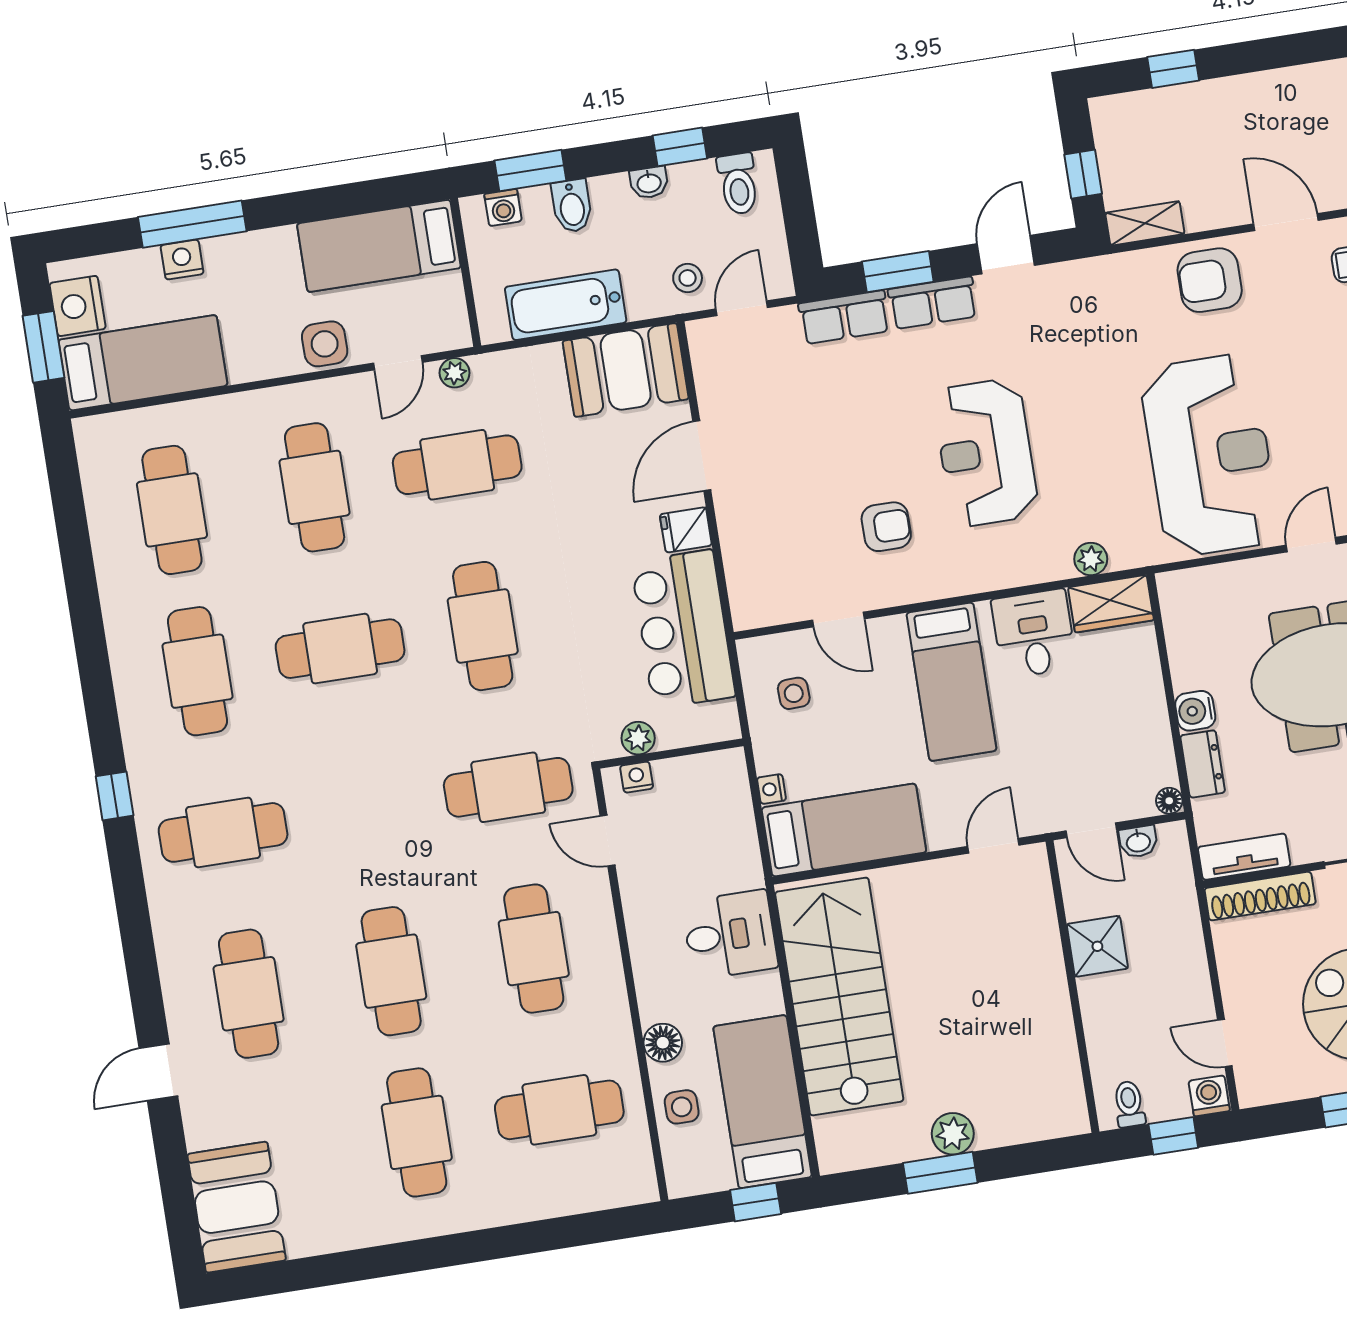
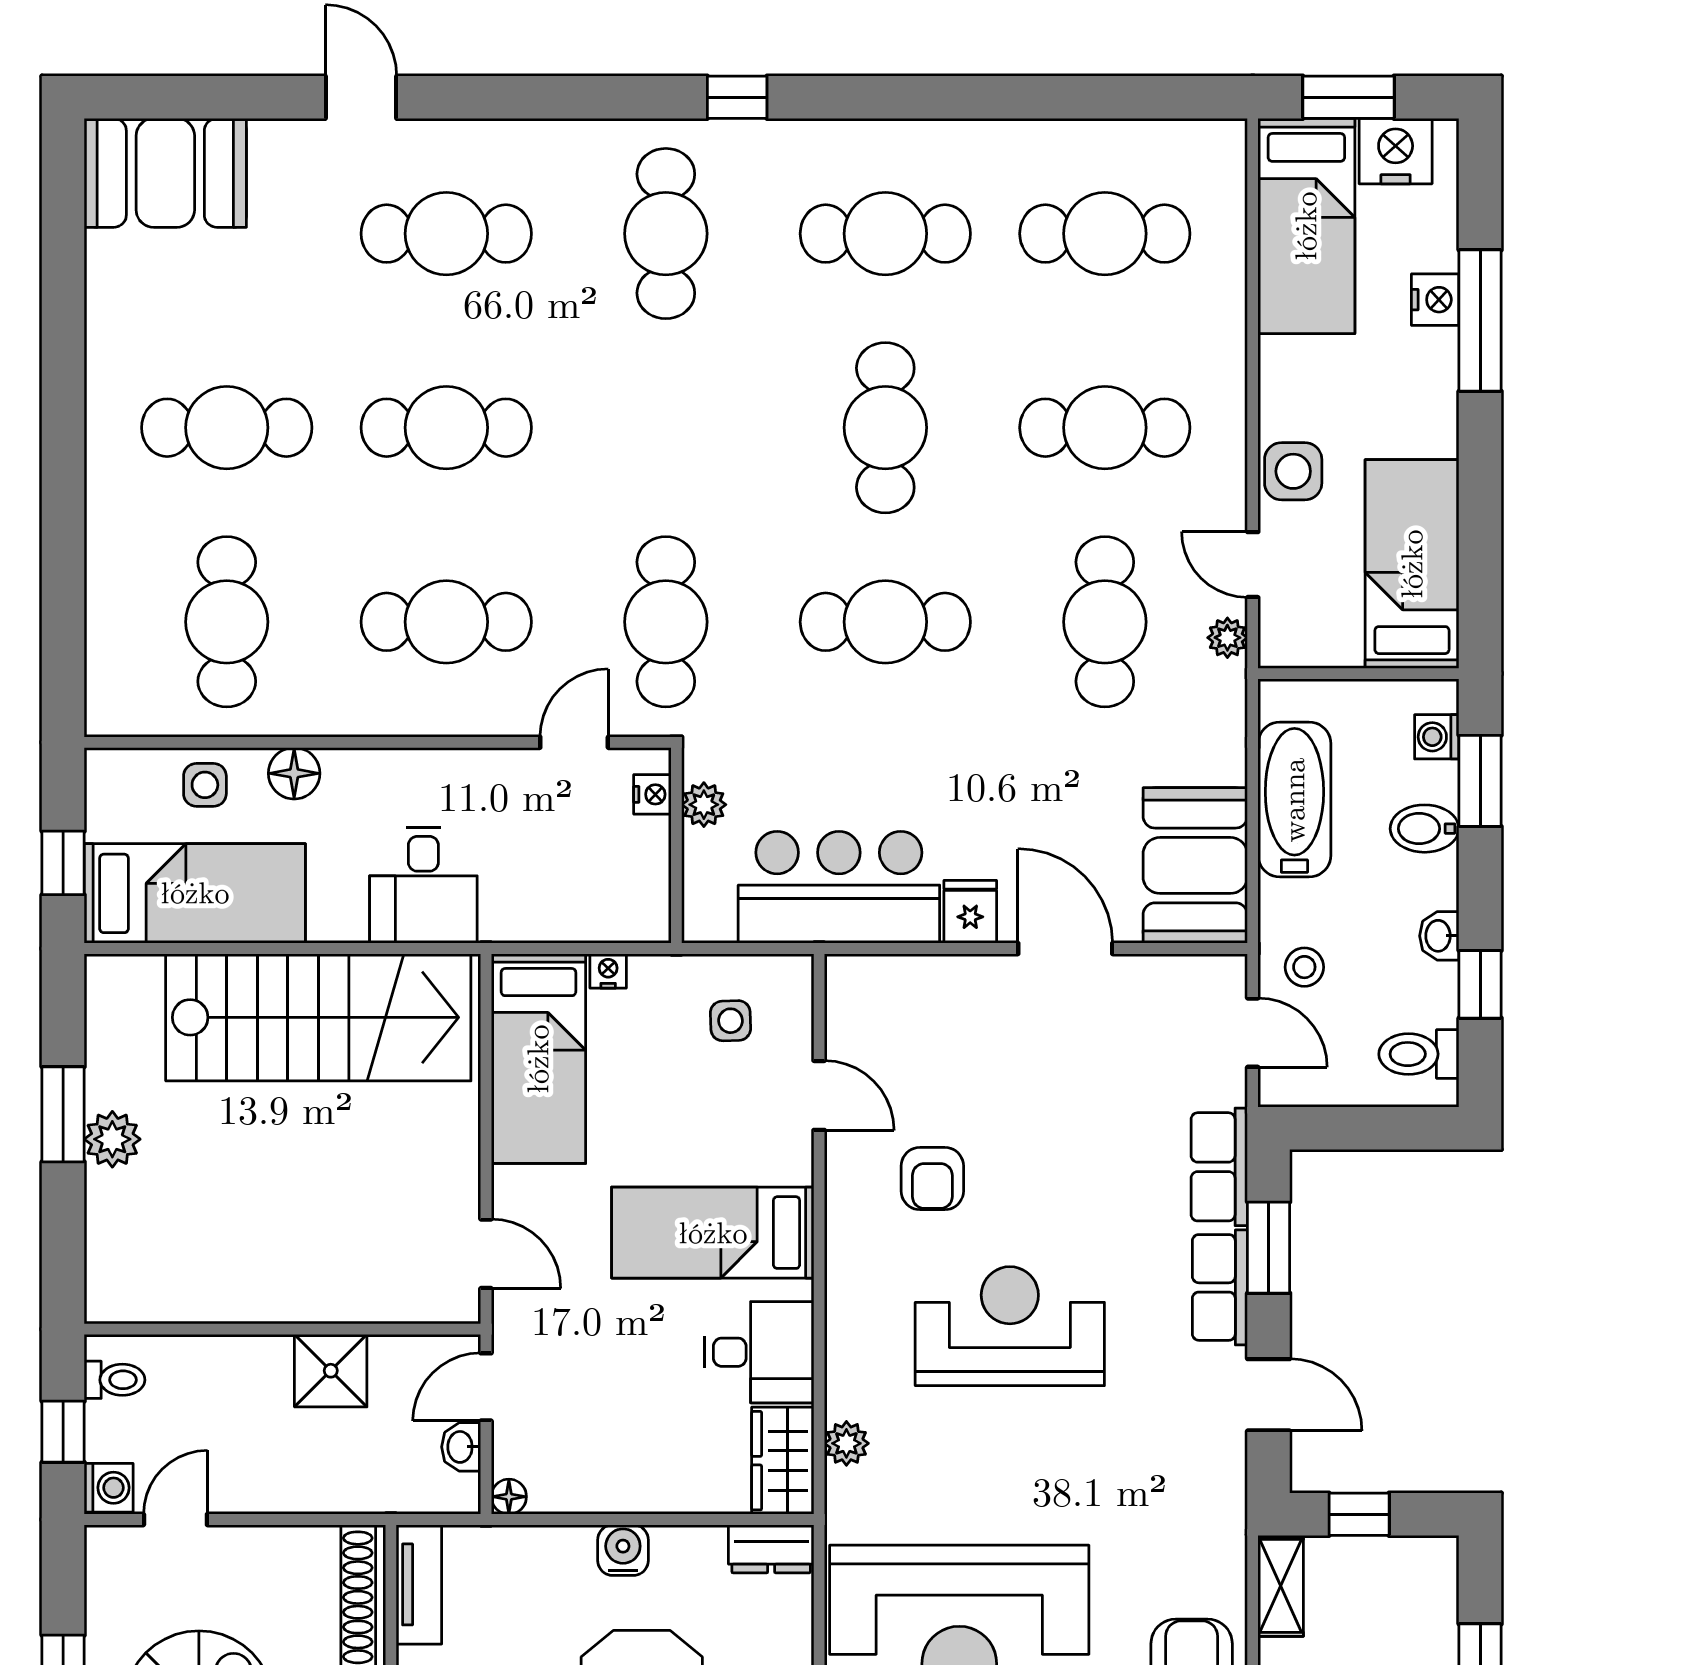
door: (838, 620) -> (819, 1095), swing flipped
dresser: (1203, 764) -> (771, 1549), moved

